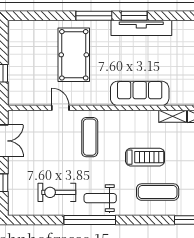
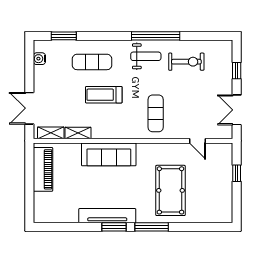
door: (60, 108) -> (198, 141), moved

